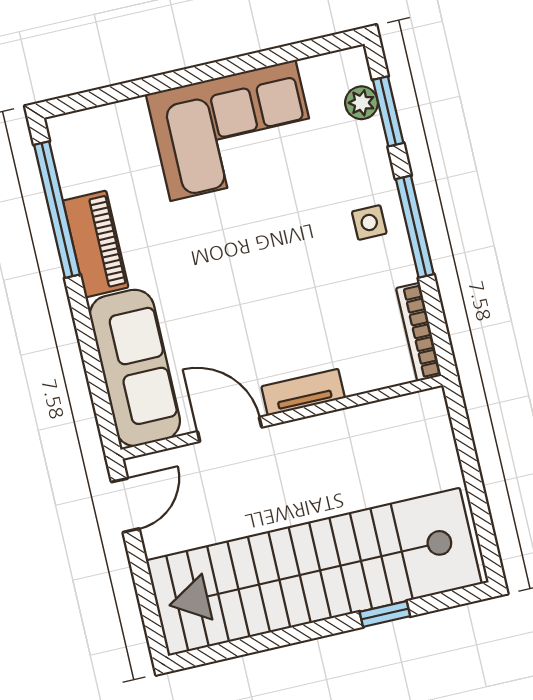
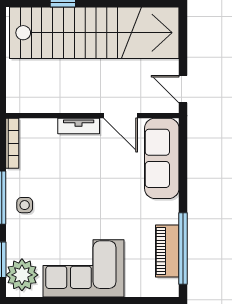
plant: (361, 103) -> (22, 275), width x1.87, depth x1.87
piano: (96, 244) -> (167, 251), moved
door: (125, 505) -> (183, 89), hinge flipped

